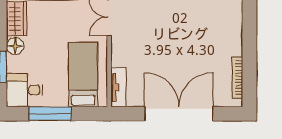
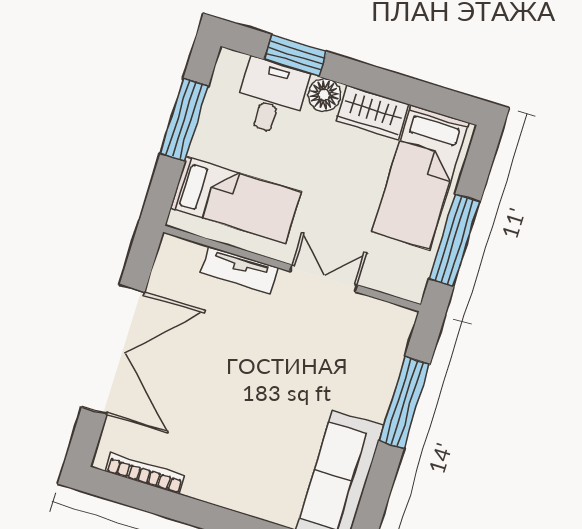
tv unit: (118, 87) -> (239, 270), moved
desk: (25, 90) -> (271, 97), moved

